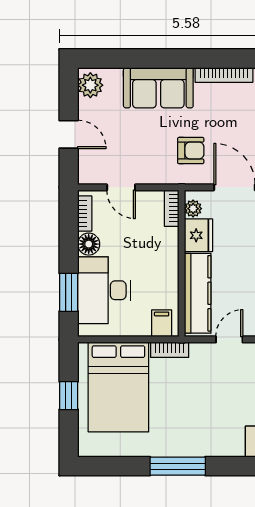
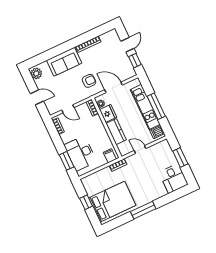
floor lamp: (89, 244) -> (66, 138), removed
kitchen counter: (198, 293) -> (116, 132), width x0.67
door: (229, 339) -> (140, 150), hinge flipped
bed: (118, 387) -> (112, 202), moved, turned -90

